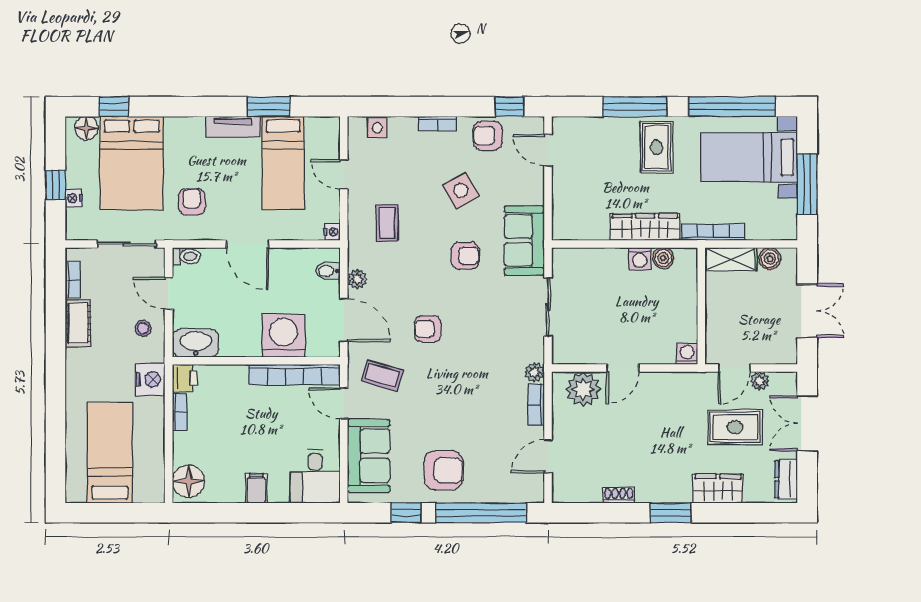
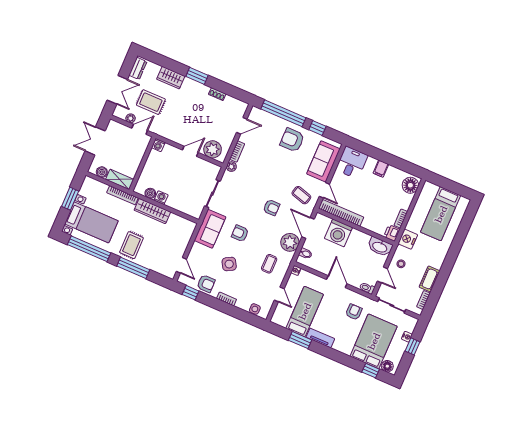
window: (807, 184) -> (70, 199), width x0.69
armchair: (192, 202) -> (354, 312), turned 180
plant: (357, 279) -> (290, 242), width x1.88, depth x1.88

